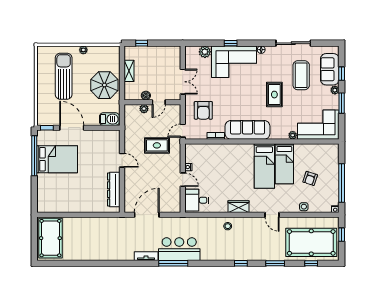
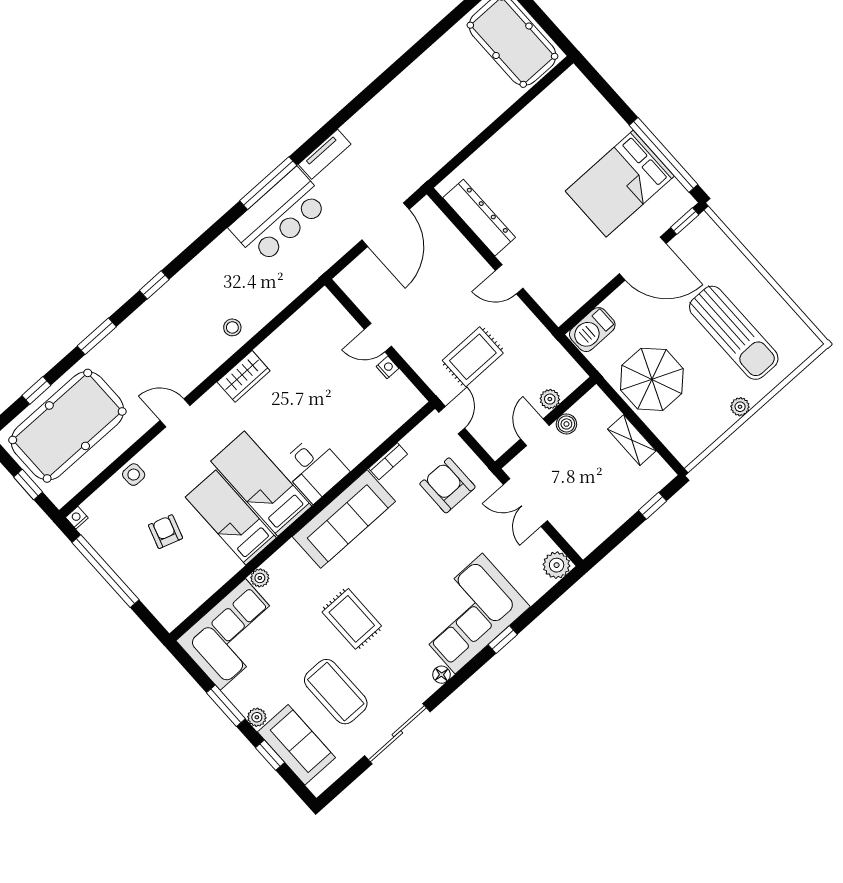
plant: (205, 52) -> (557, 565), moved
desk: (197, 200) -> (314, 468), moved, turned 90

